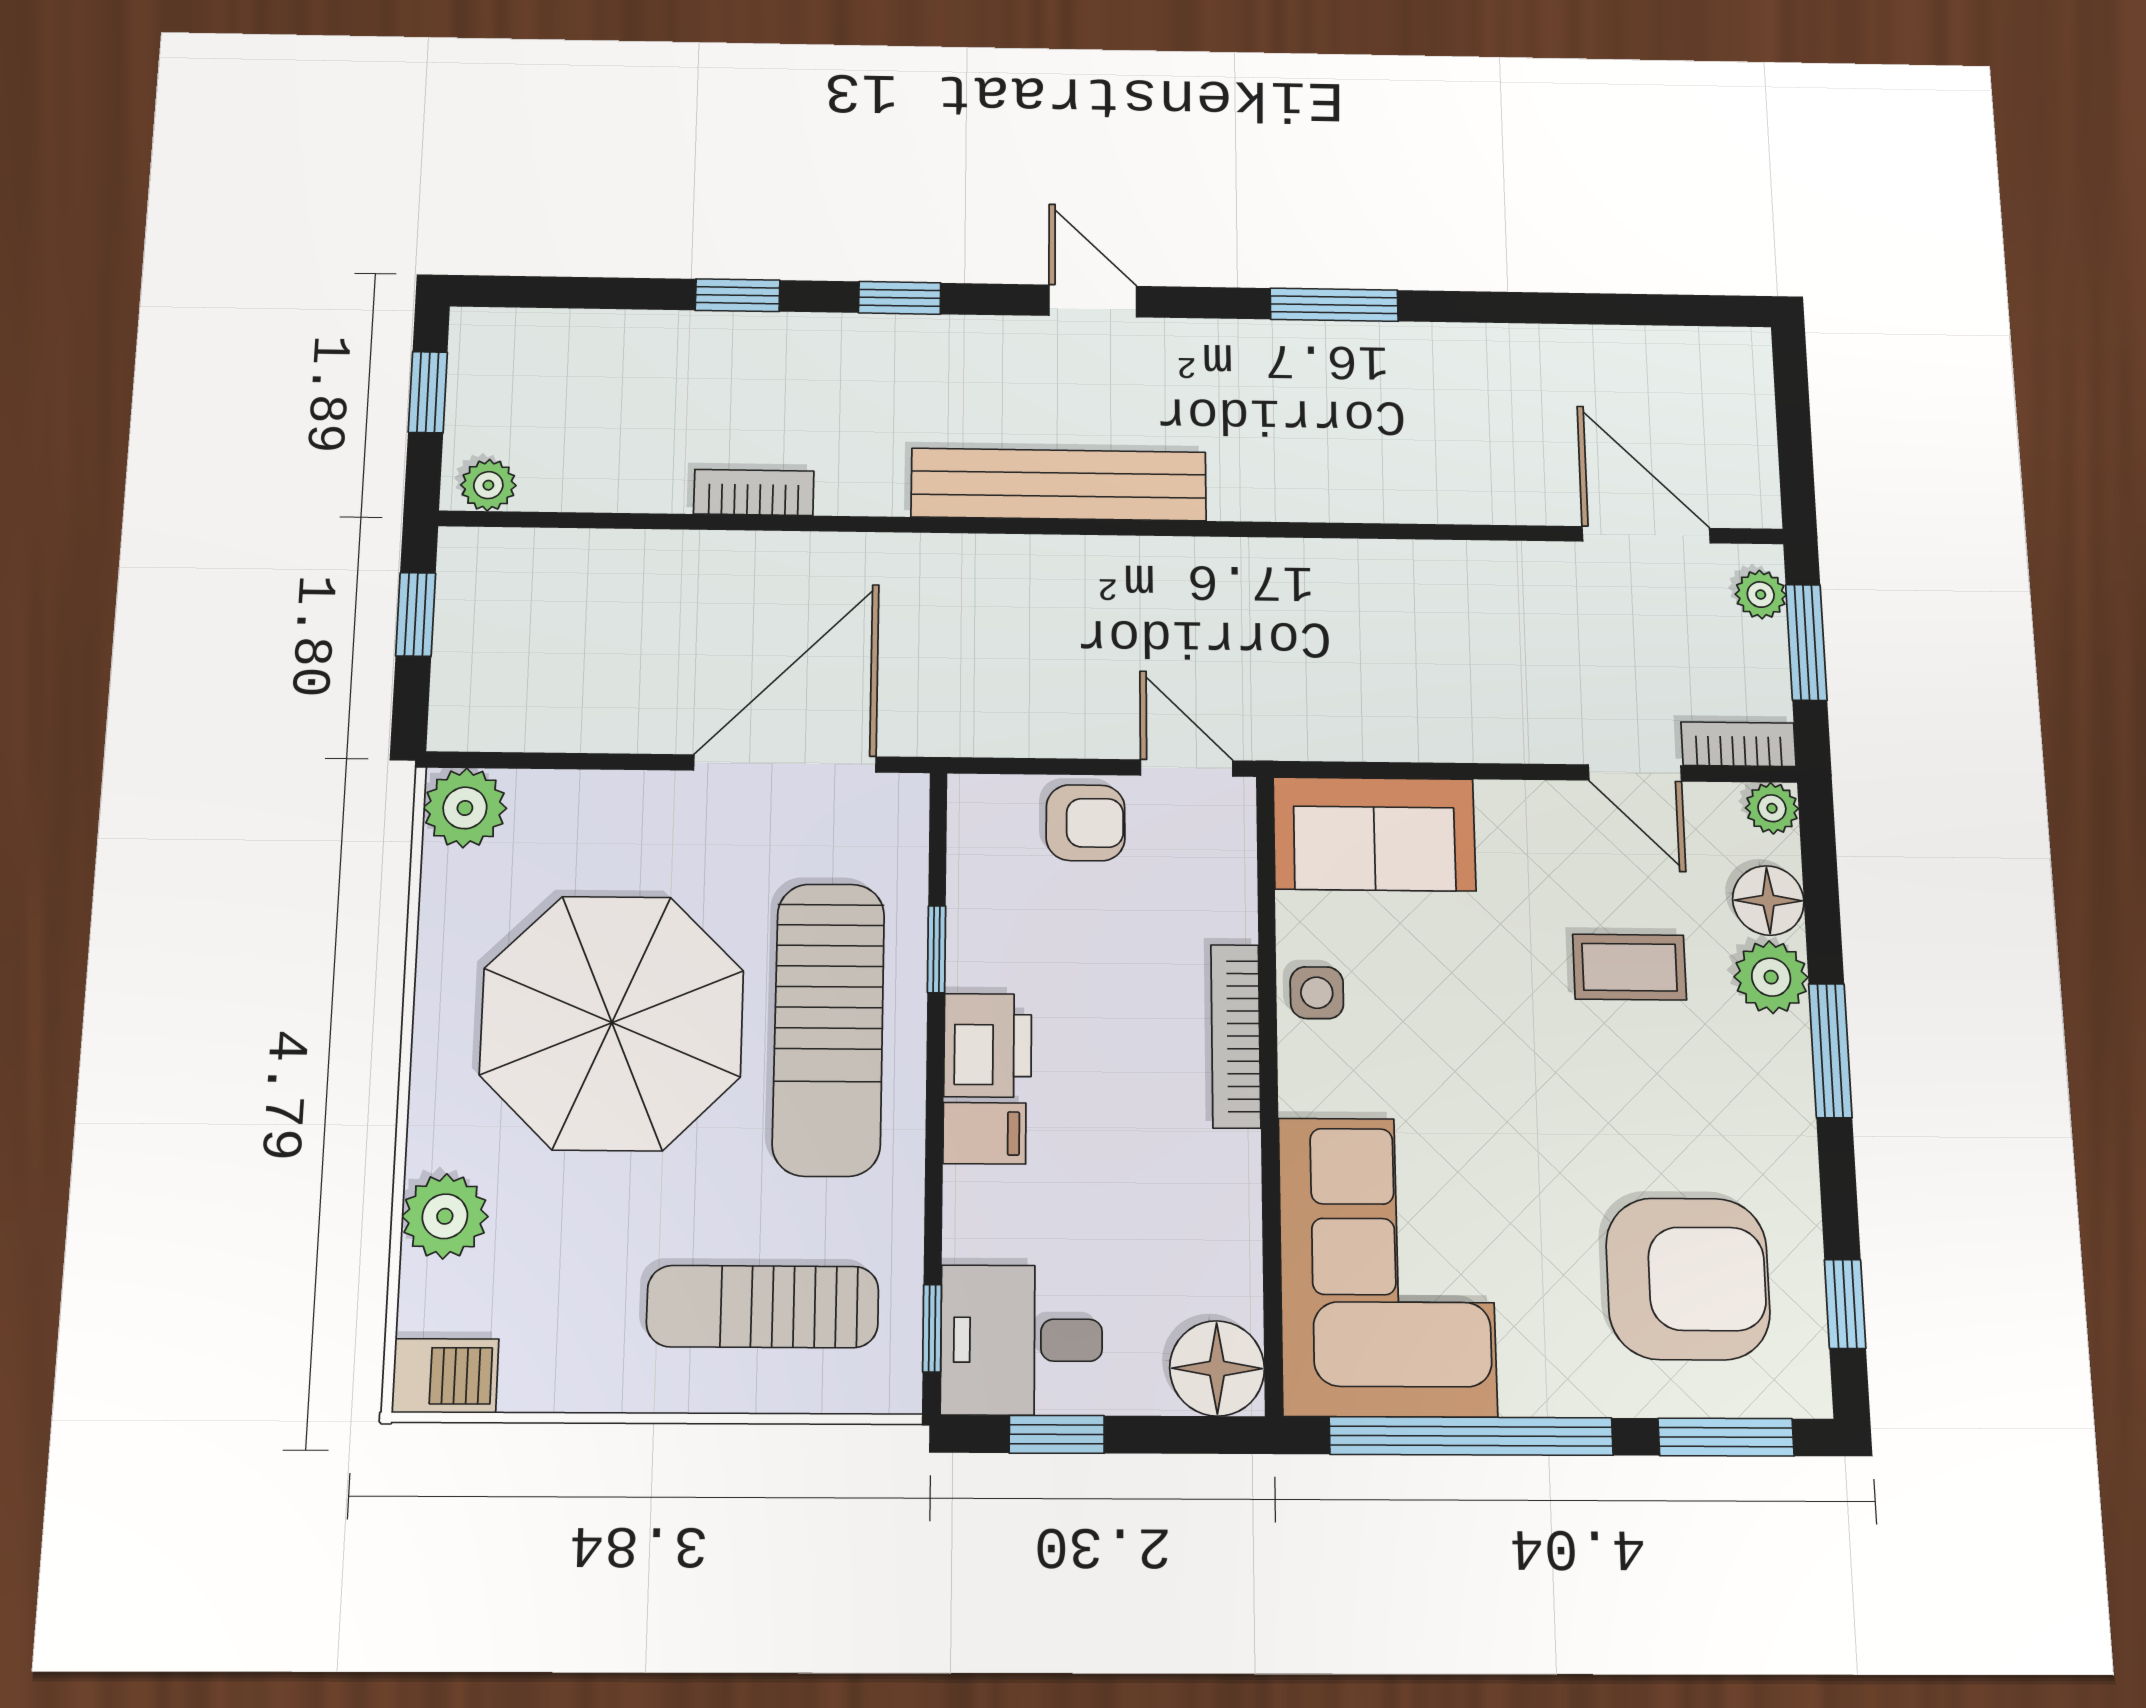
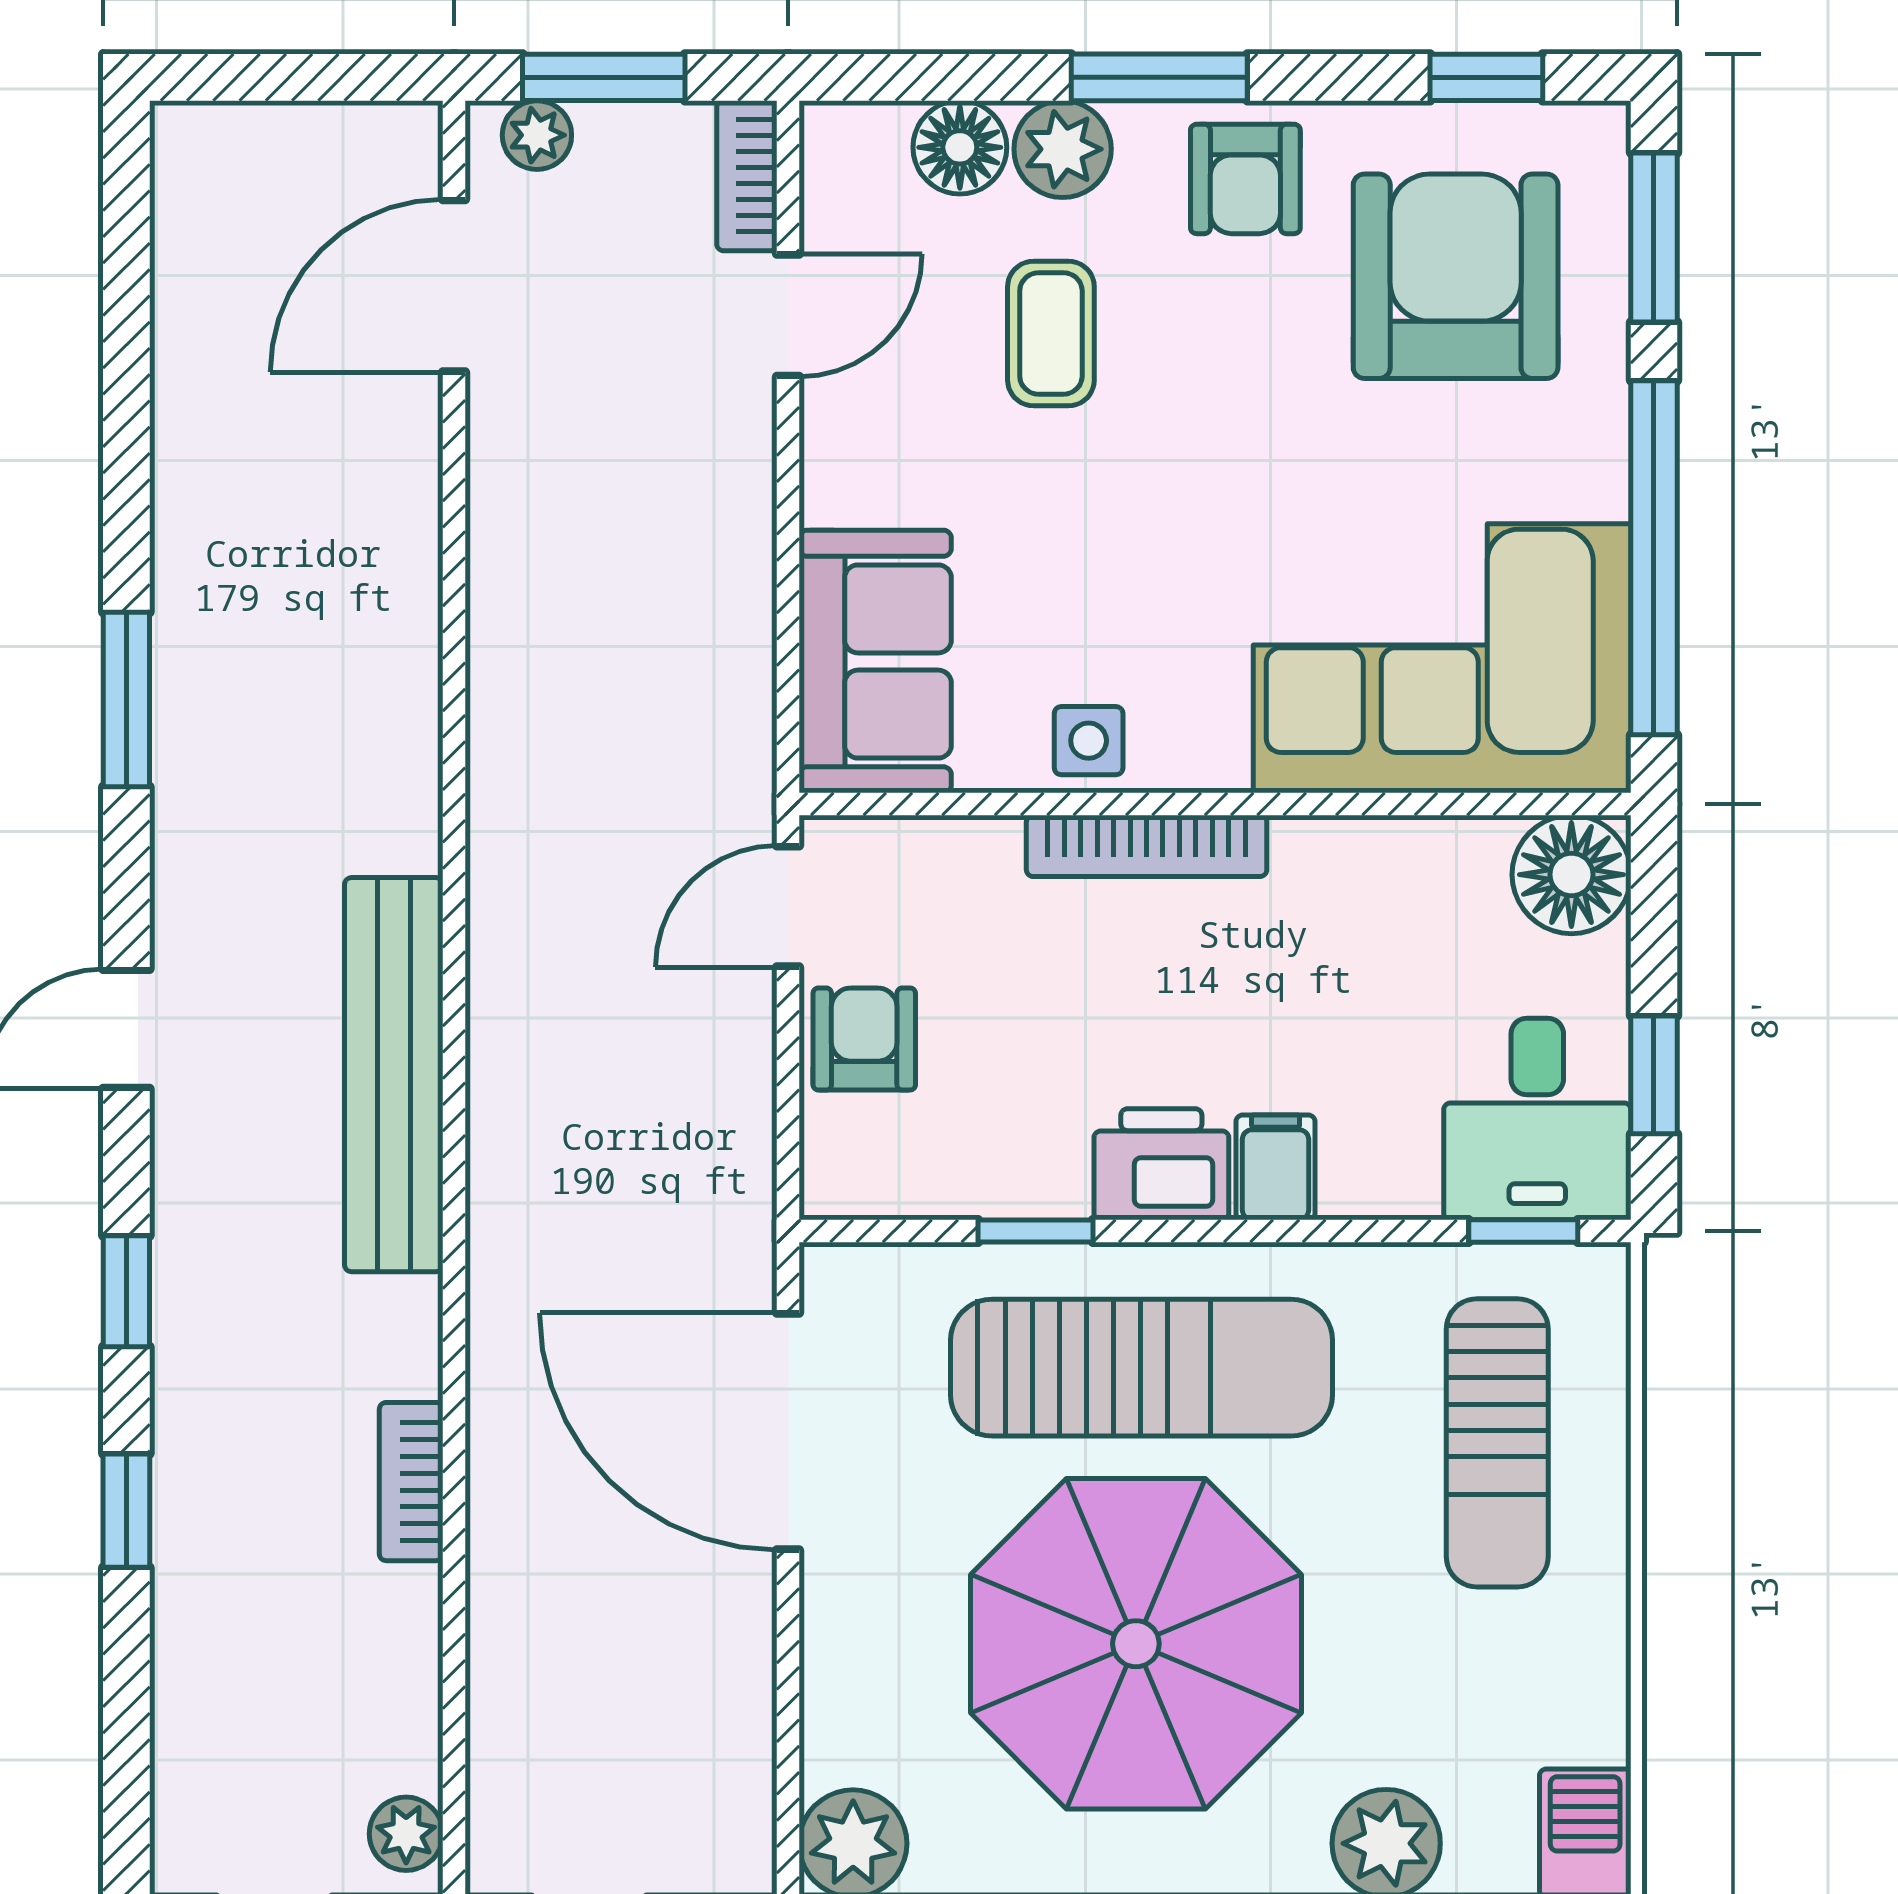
plant: (1772, 808) -> (834, 136), removed
armchair: (1756, 1116) -> (1245, 179), added

